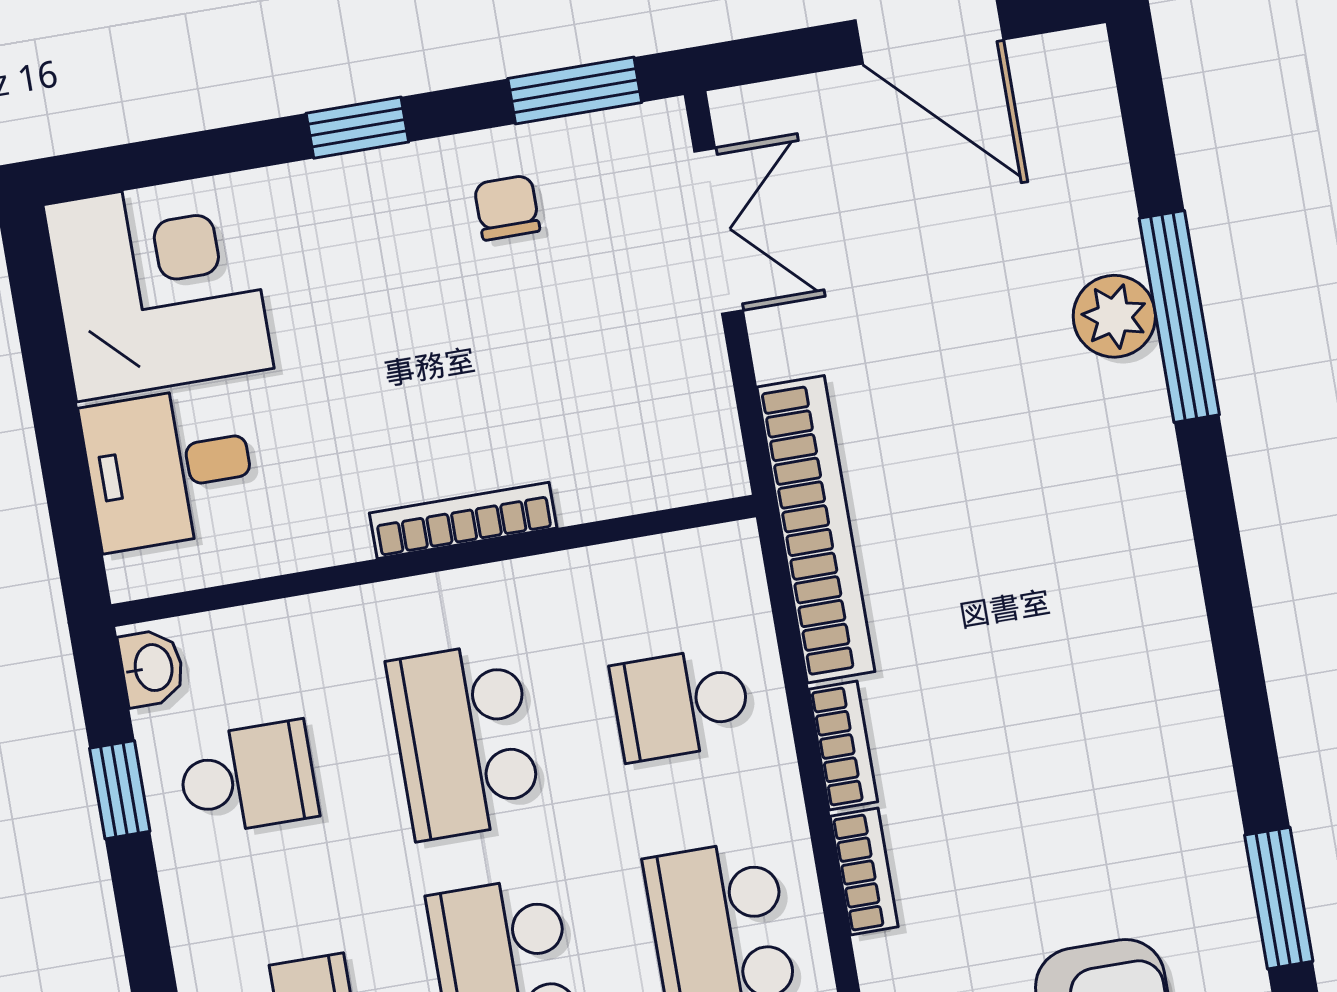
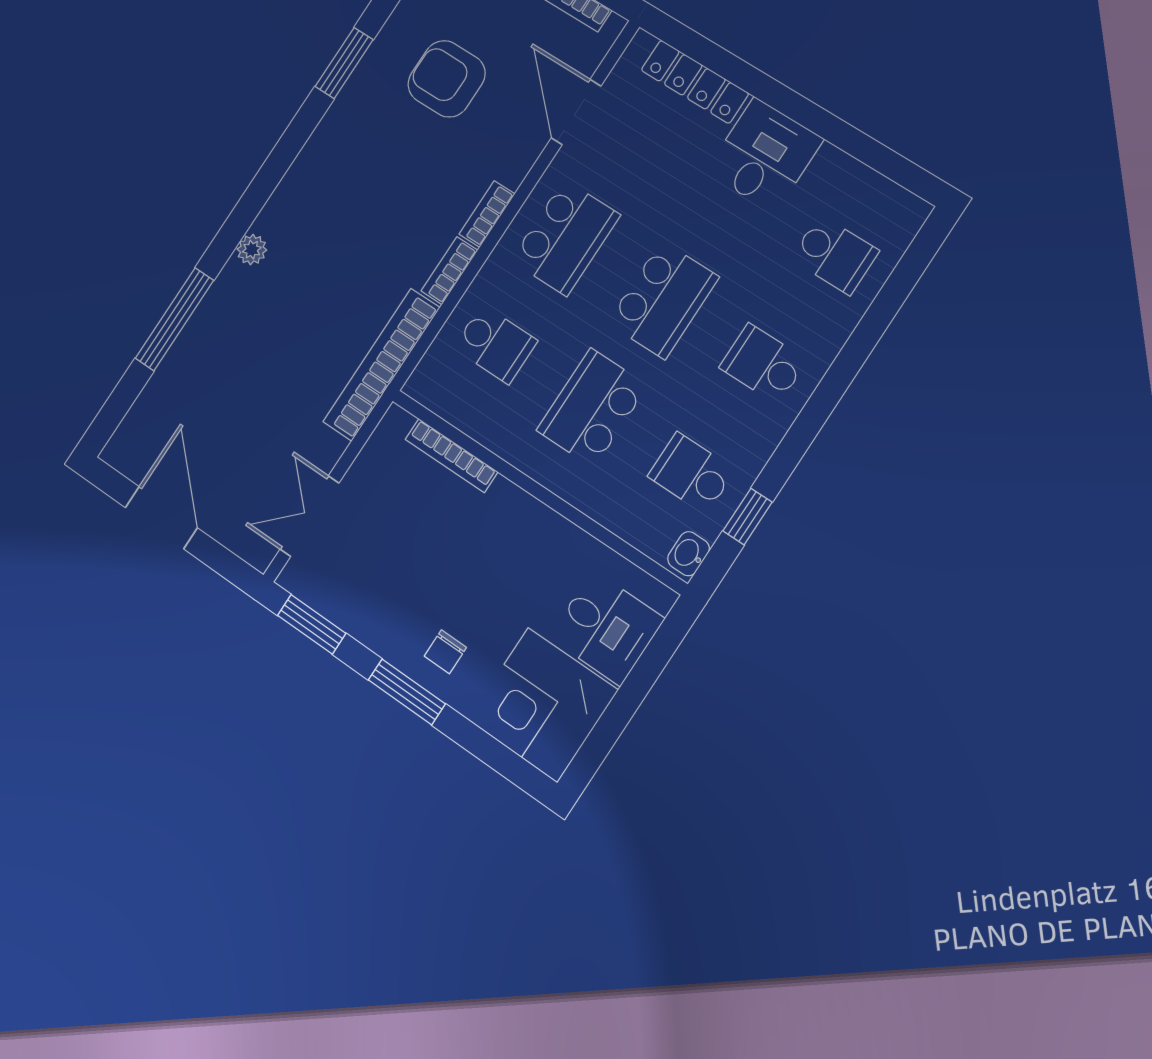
window: (357, 128) -> (407, 692), width x1.50
chair: (507, 208) -> (445, 652), moved
plant: (1114, 316) -> (252, 250), moved, width x0.73, depth x0.73
bookcase: (463, 520) -> (451, 456), moved
school desk: (464, 741) -> (592, 408), turned 180

